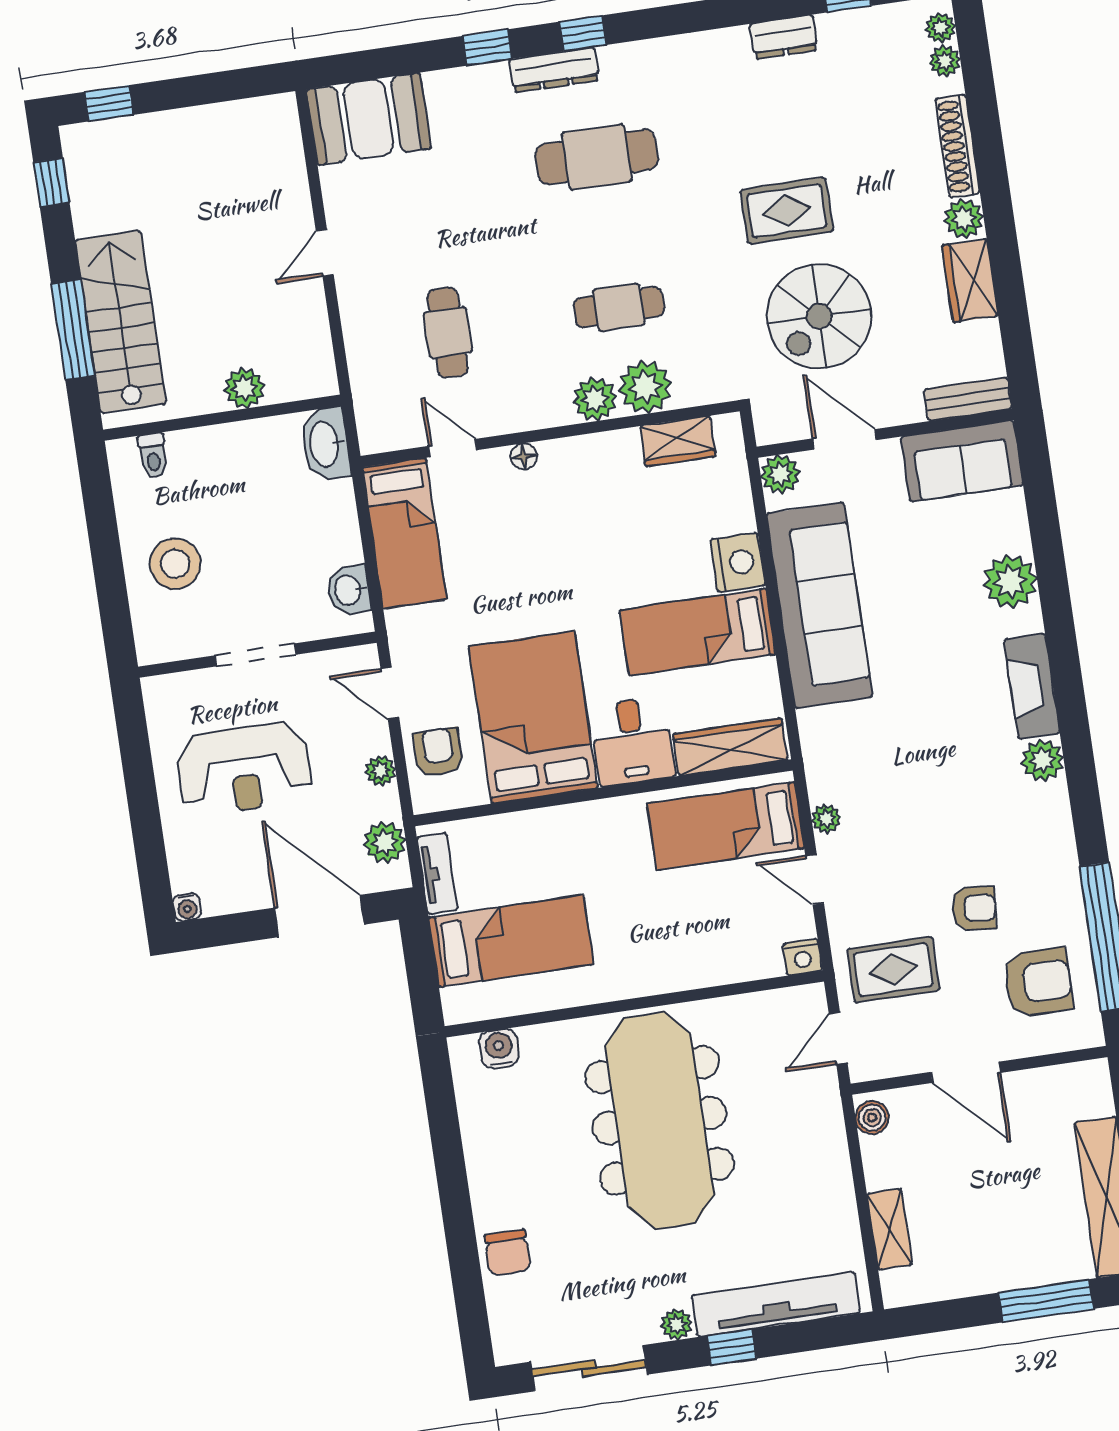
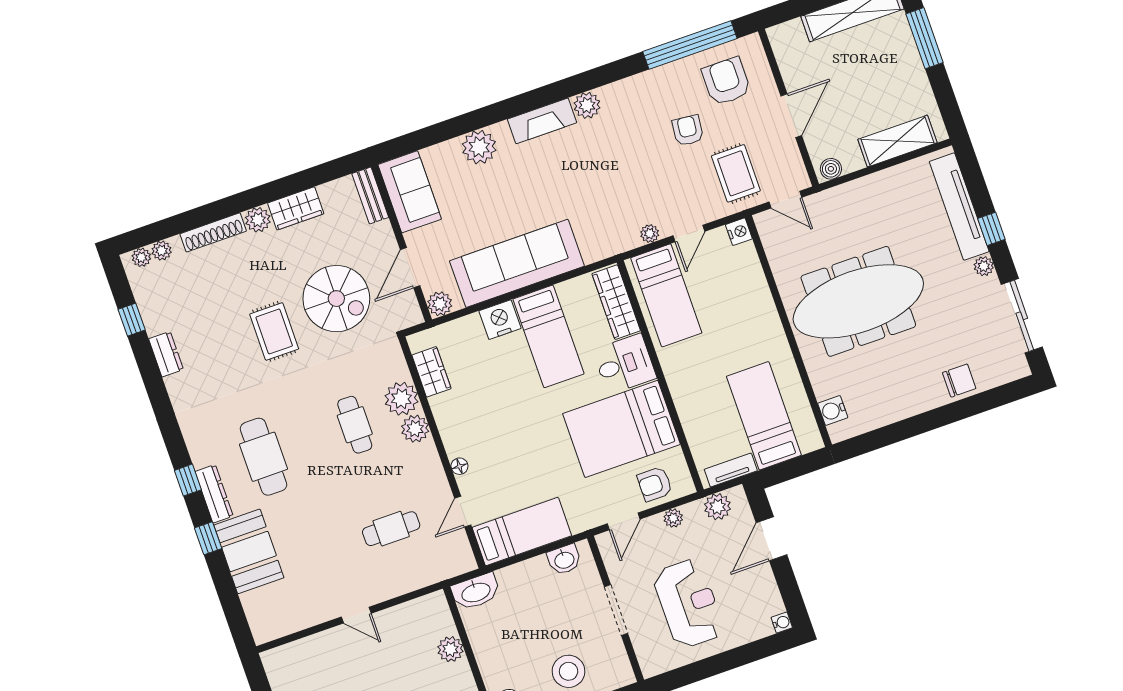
booth: (369, 119) -> (249, 551), moved
door: (319, 916) -> (772, 539), width x0.73
shelving: (890, 1229) -> (897, 141), width x1.50, depth x1.33

